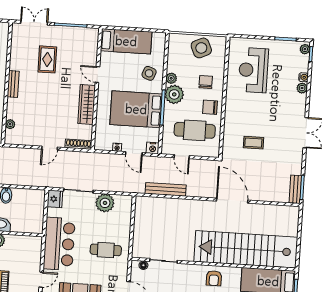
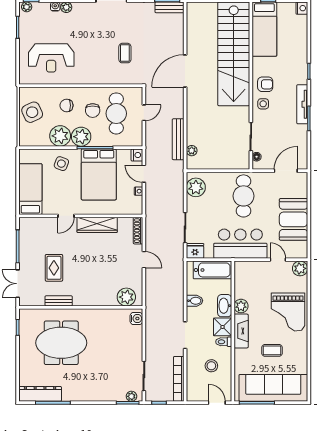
rug: (47, 59) -> (54, 268), turned 90
plant: (171, 78) -> (60, 136), width x1.88, depth x1.88
bench: (13, 84) -> (59, 301), moved
chair: (210, 107) -> (93, 111), moved
plant: (10, 124) -> (126, 297), width x1.87, depth x1.87
door: (134, 154) -> (144, 174), swing flipped
door: (182, 157) -> (144, 113), moved
plant: (154, 202) -> (192, 151), added
plant: (105, 203) -> (196, 187), moved
bathtub: (35, 215) -> (212, 270), added
cafe table: (106, 250) -> (244, 196), width x1.37, depth x1.35
side table: (195, 275) -> (263, 104), added

